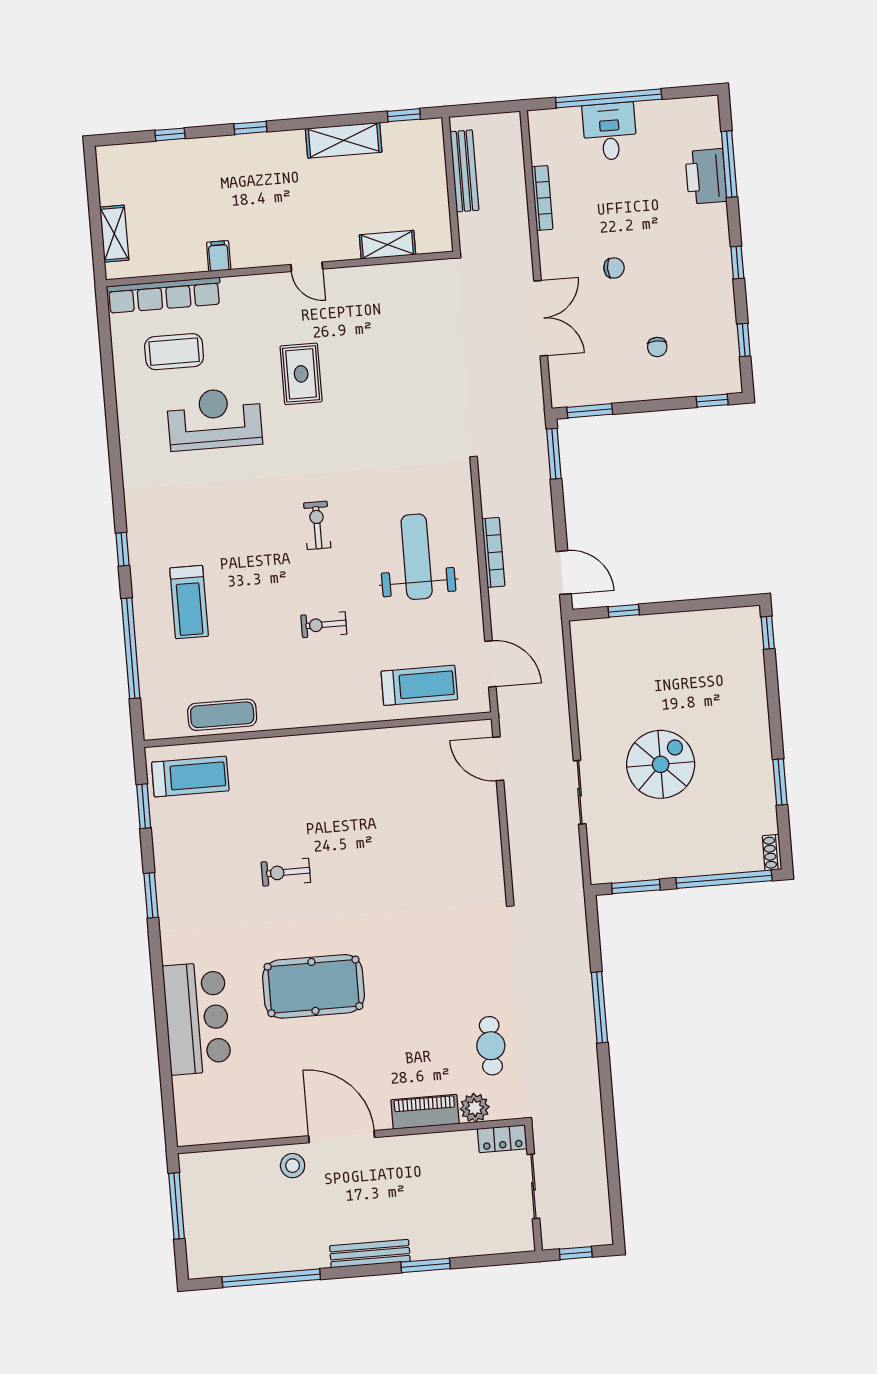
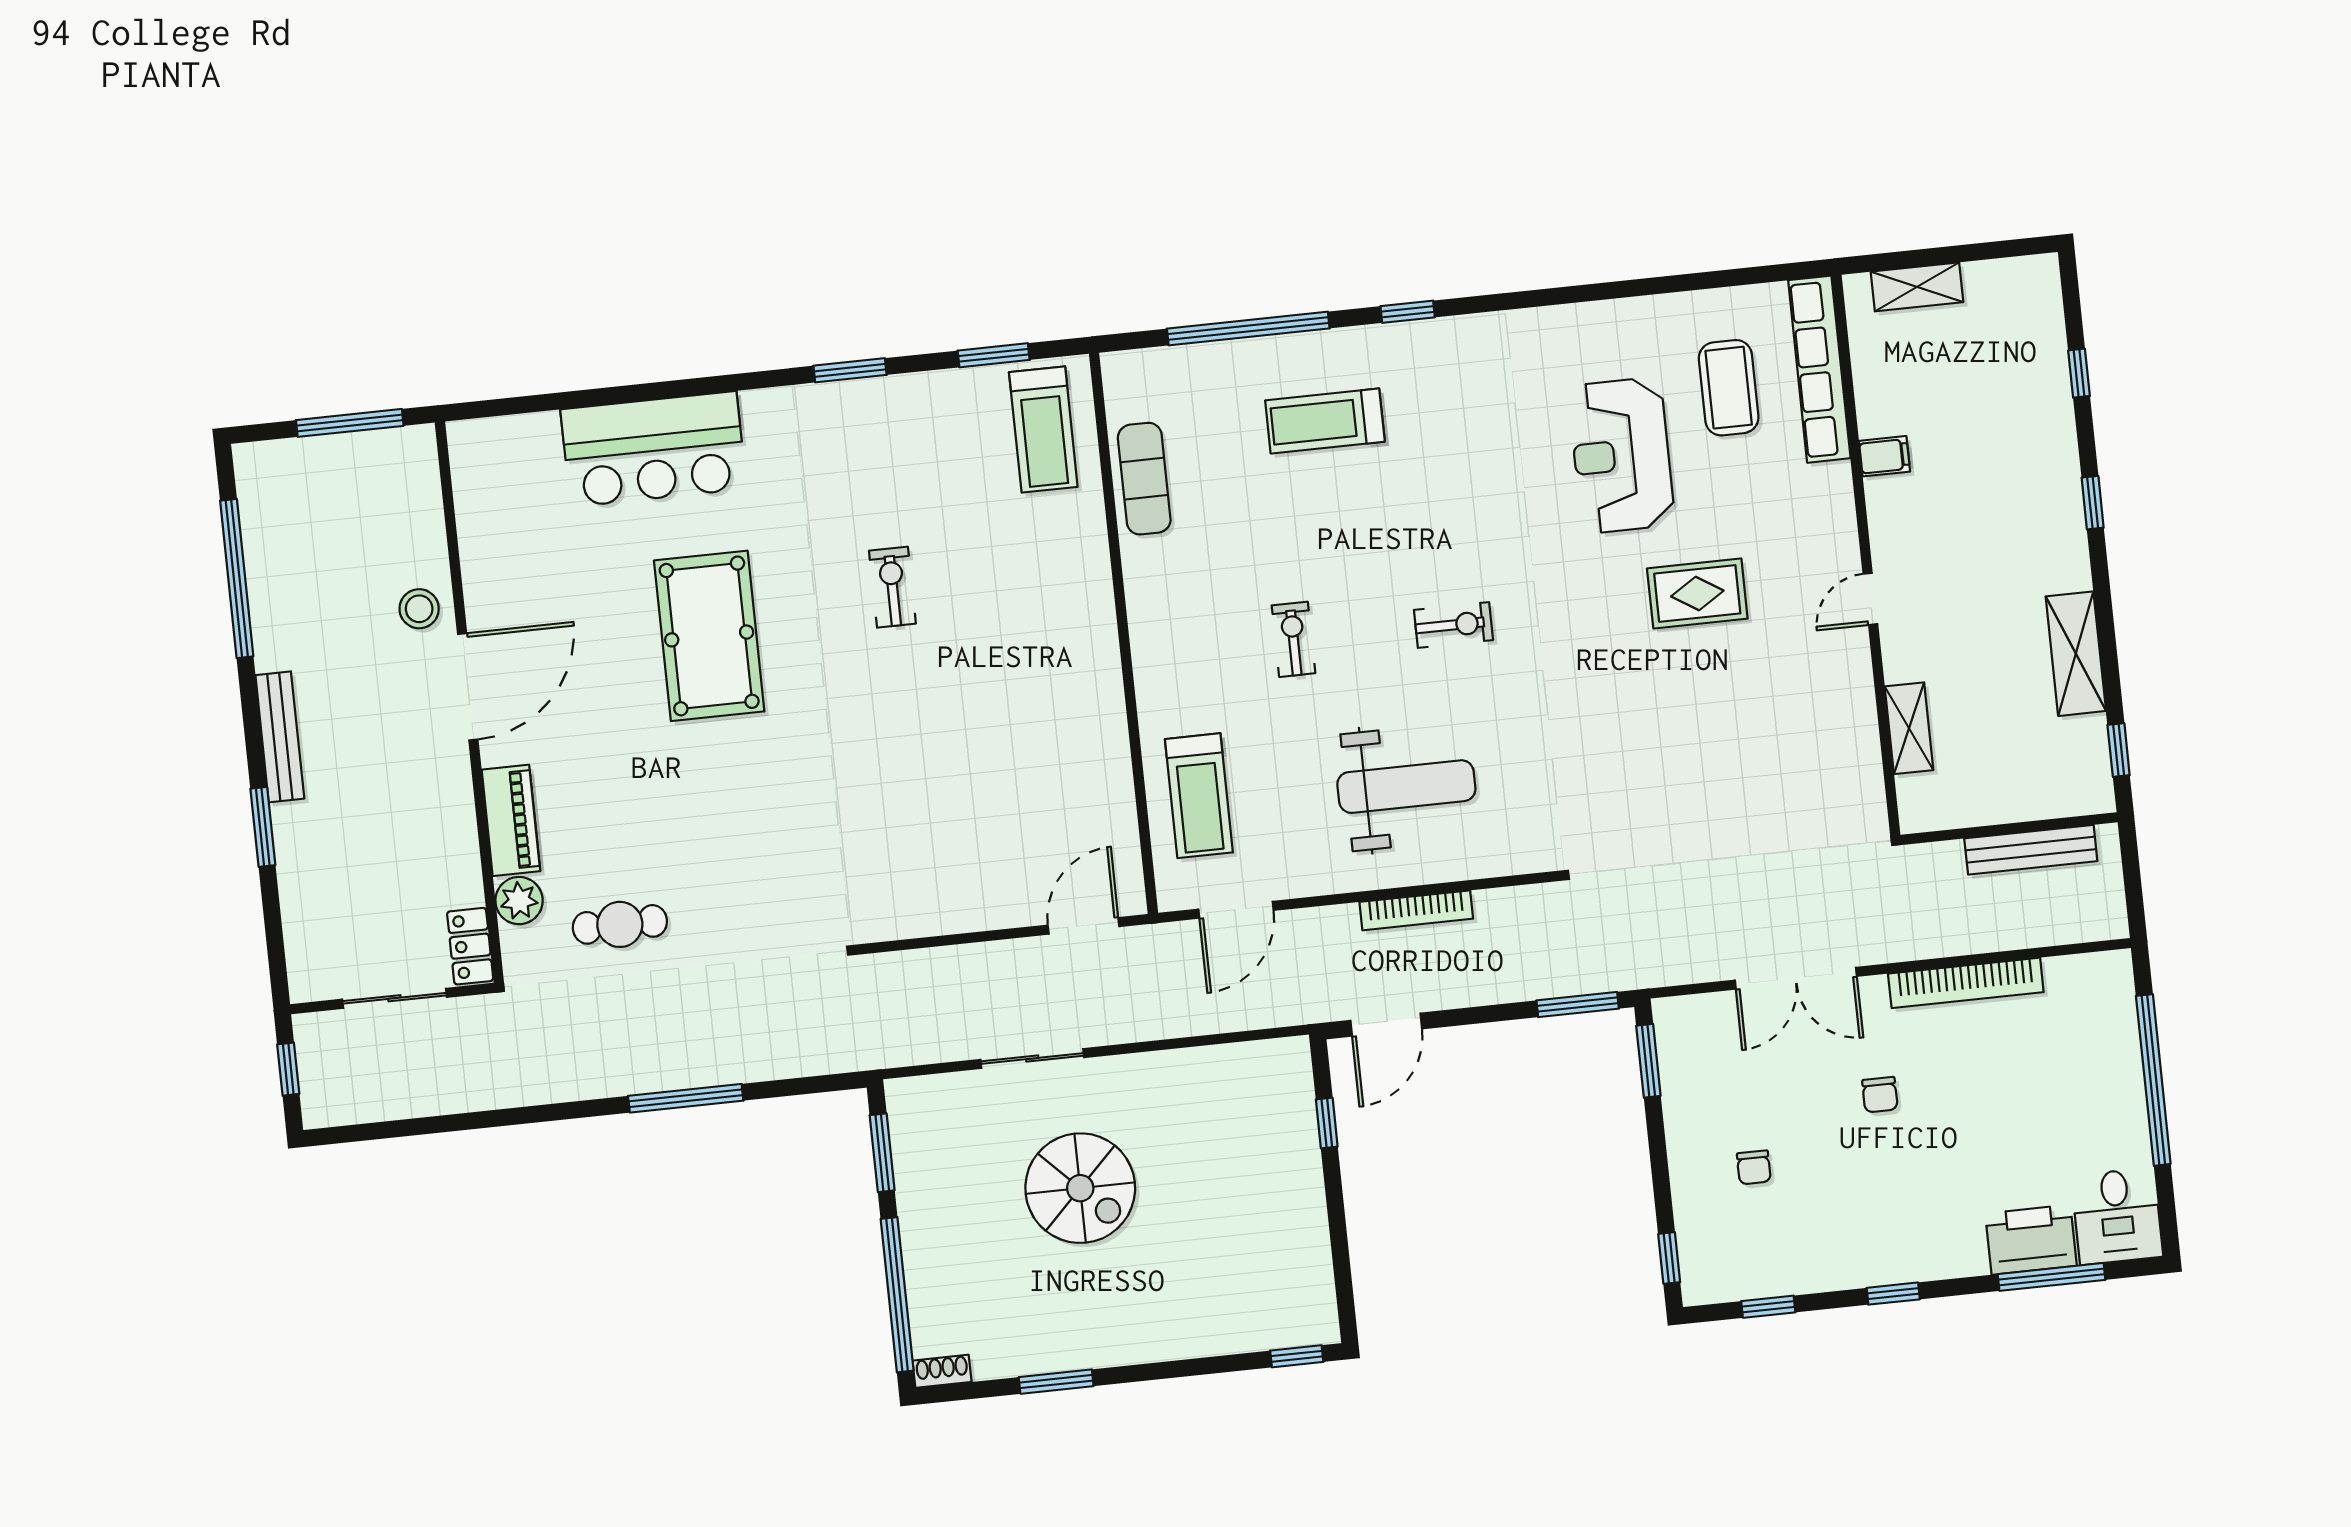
desk: (610, 132) -> (2117, 1216), moved, turned 90
bookcase: (542, 198) -> (1966, 983), width x1.48, depth x1.31
chair: (657, 347) -> (1754, 1167), turned -90
reception desk: (214, 419) -> (1621, 455), turned 180

